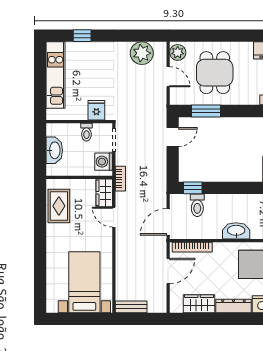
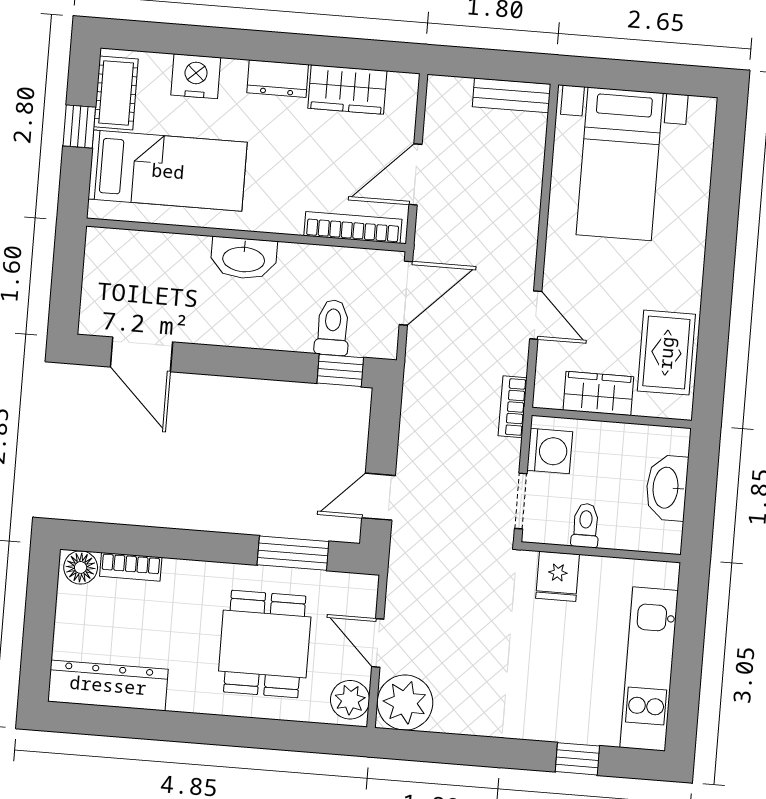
plant: (142, 53) -> (405, 703), moved
wardrobe: (104, 193) -> (598, 393), moved, turned -90
dresser: (233, 306) -> (278, 79), width x0.70

